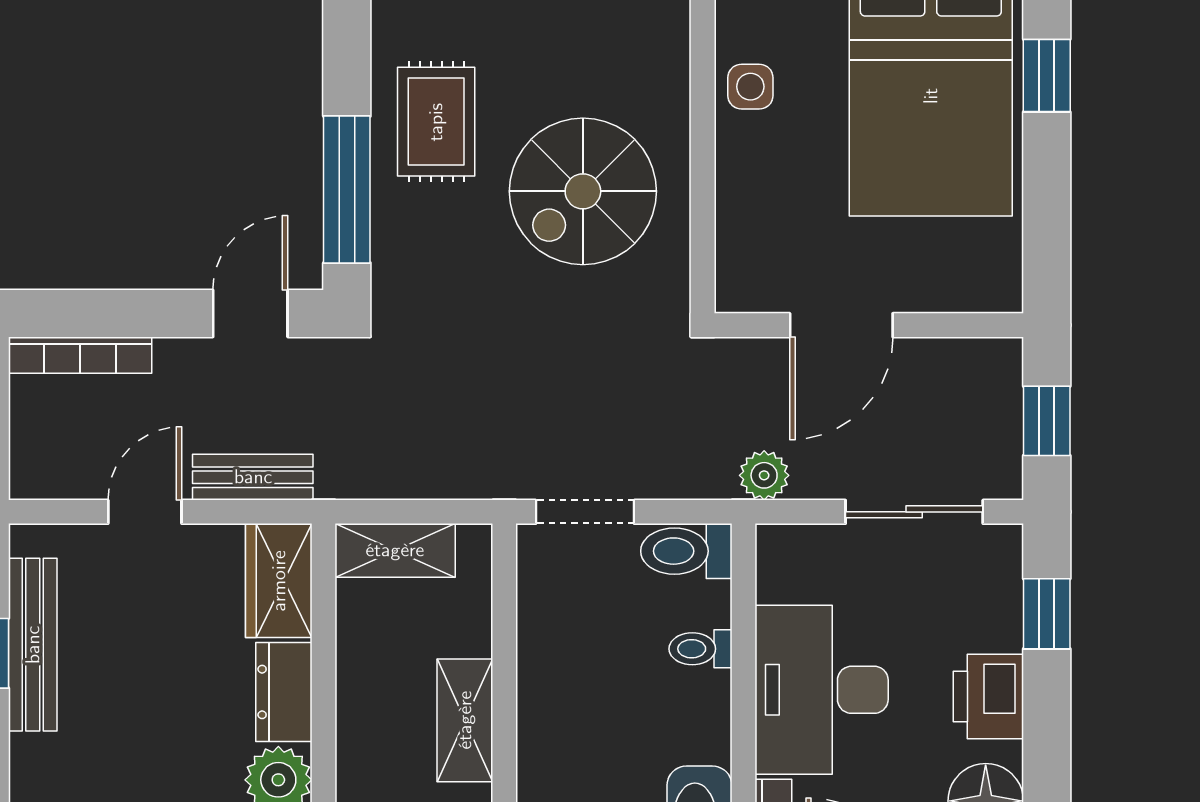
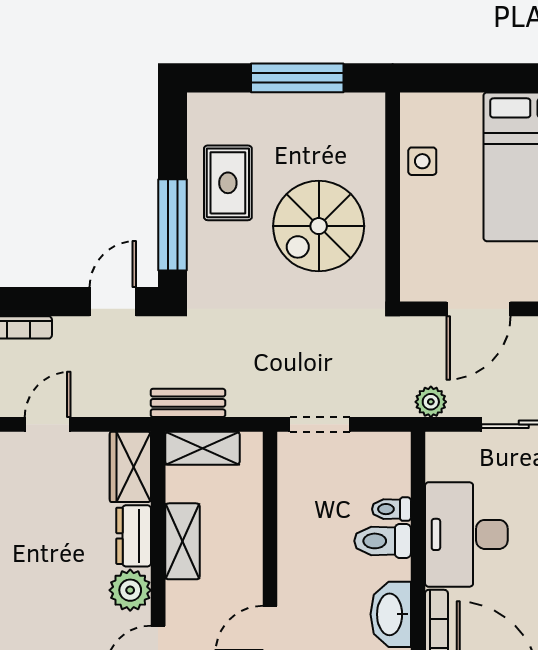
bench: (253, 477) -> (188, 403), moved
toilet: (686, 551) -> (383, 541), moved
shelving: (465, 720) -> (182, 541), moved

